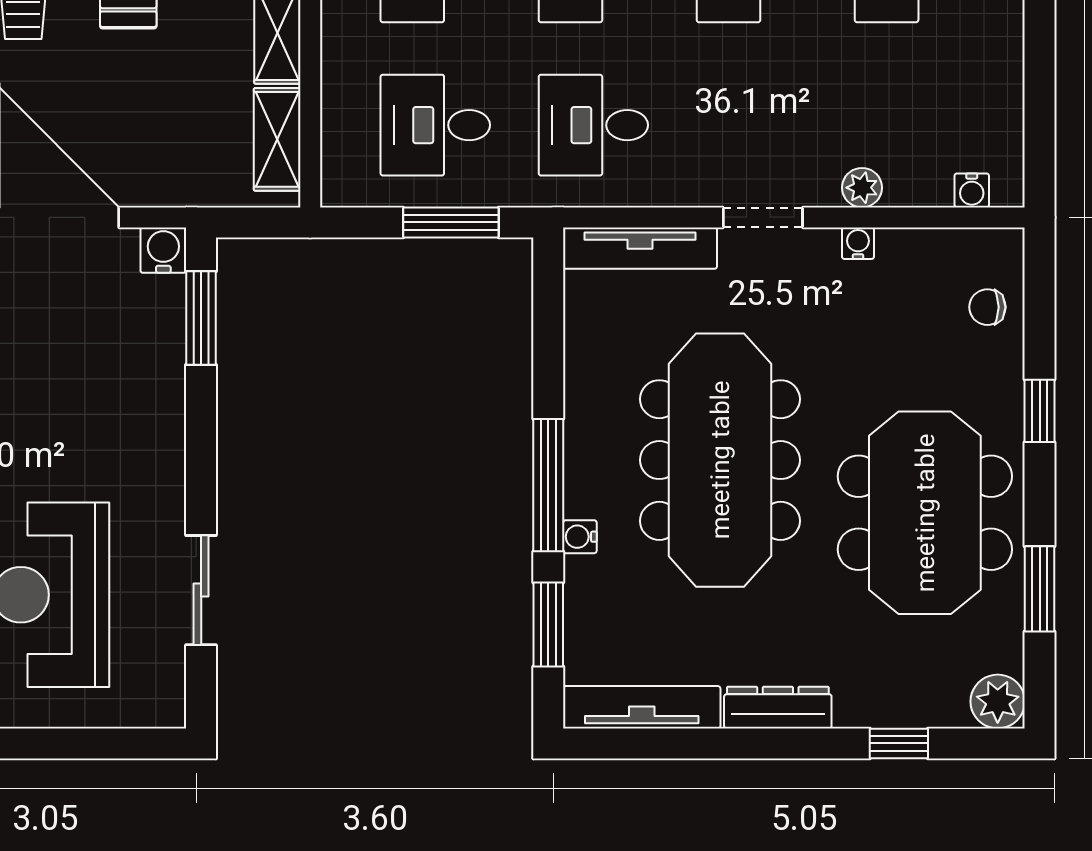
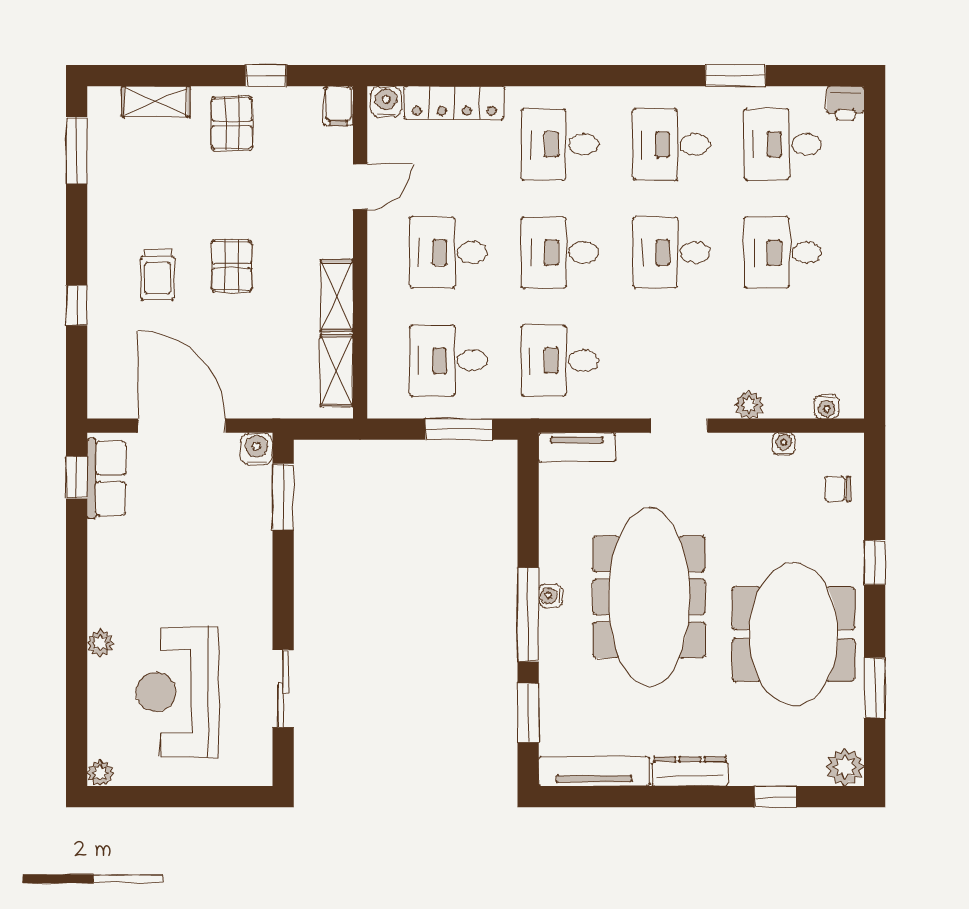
water cooler: (858, 243) -> (784, 444), moved
tv unit: (640, 248) -> (577, 447), width x0.71
water cooler: (580, 537) -> (550, 596), moved

